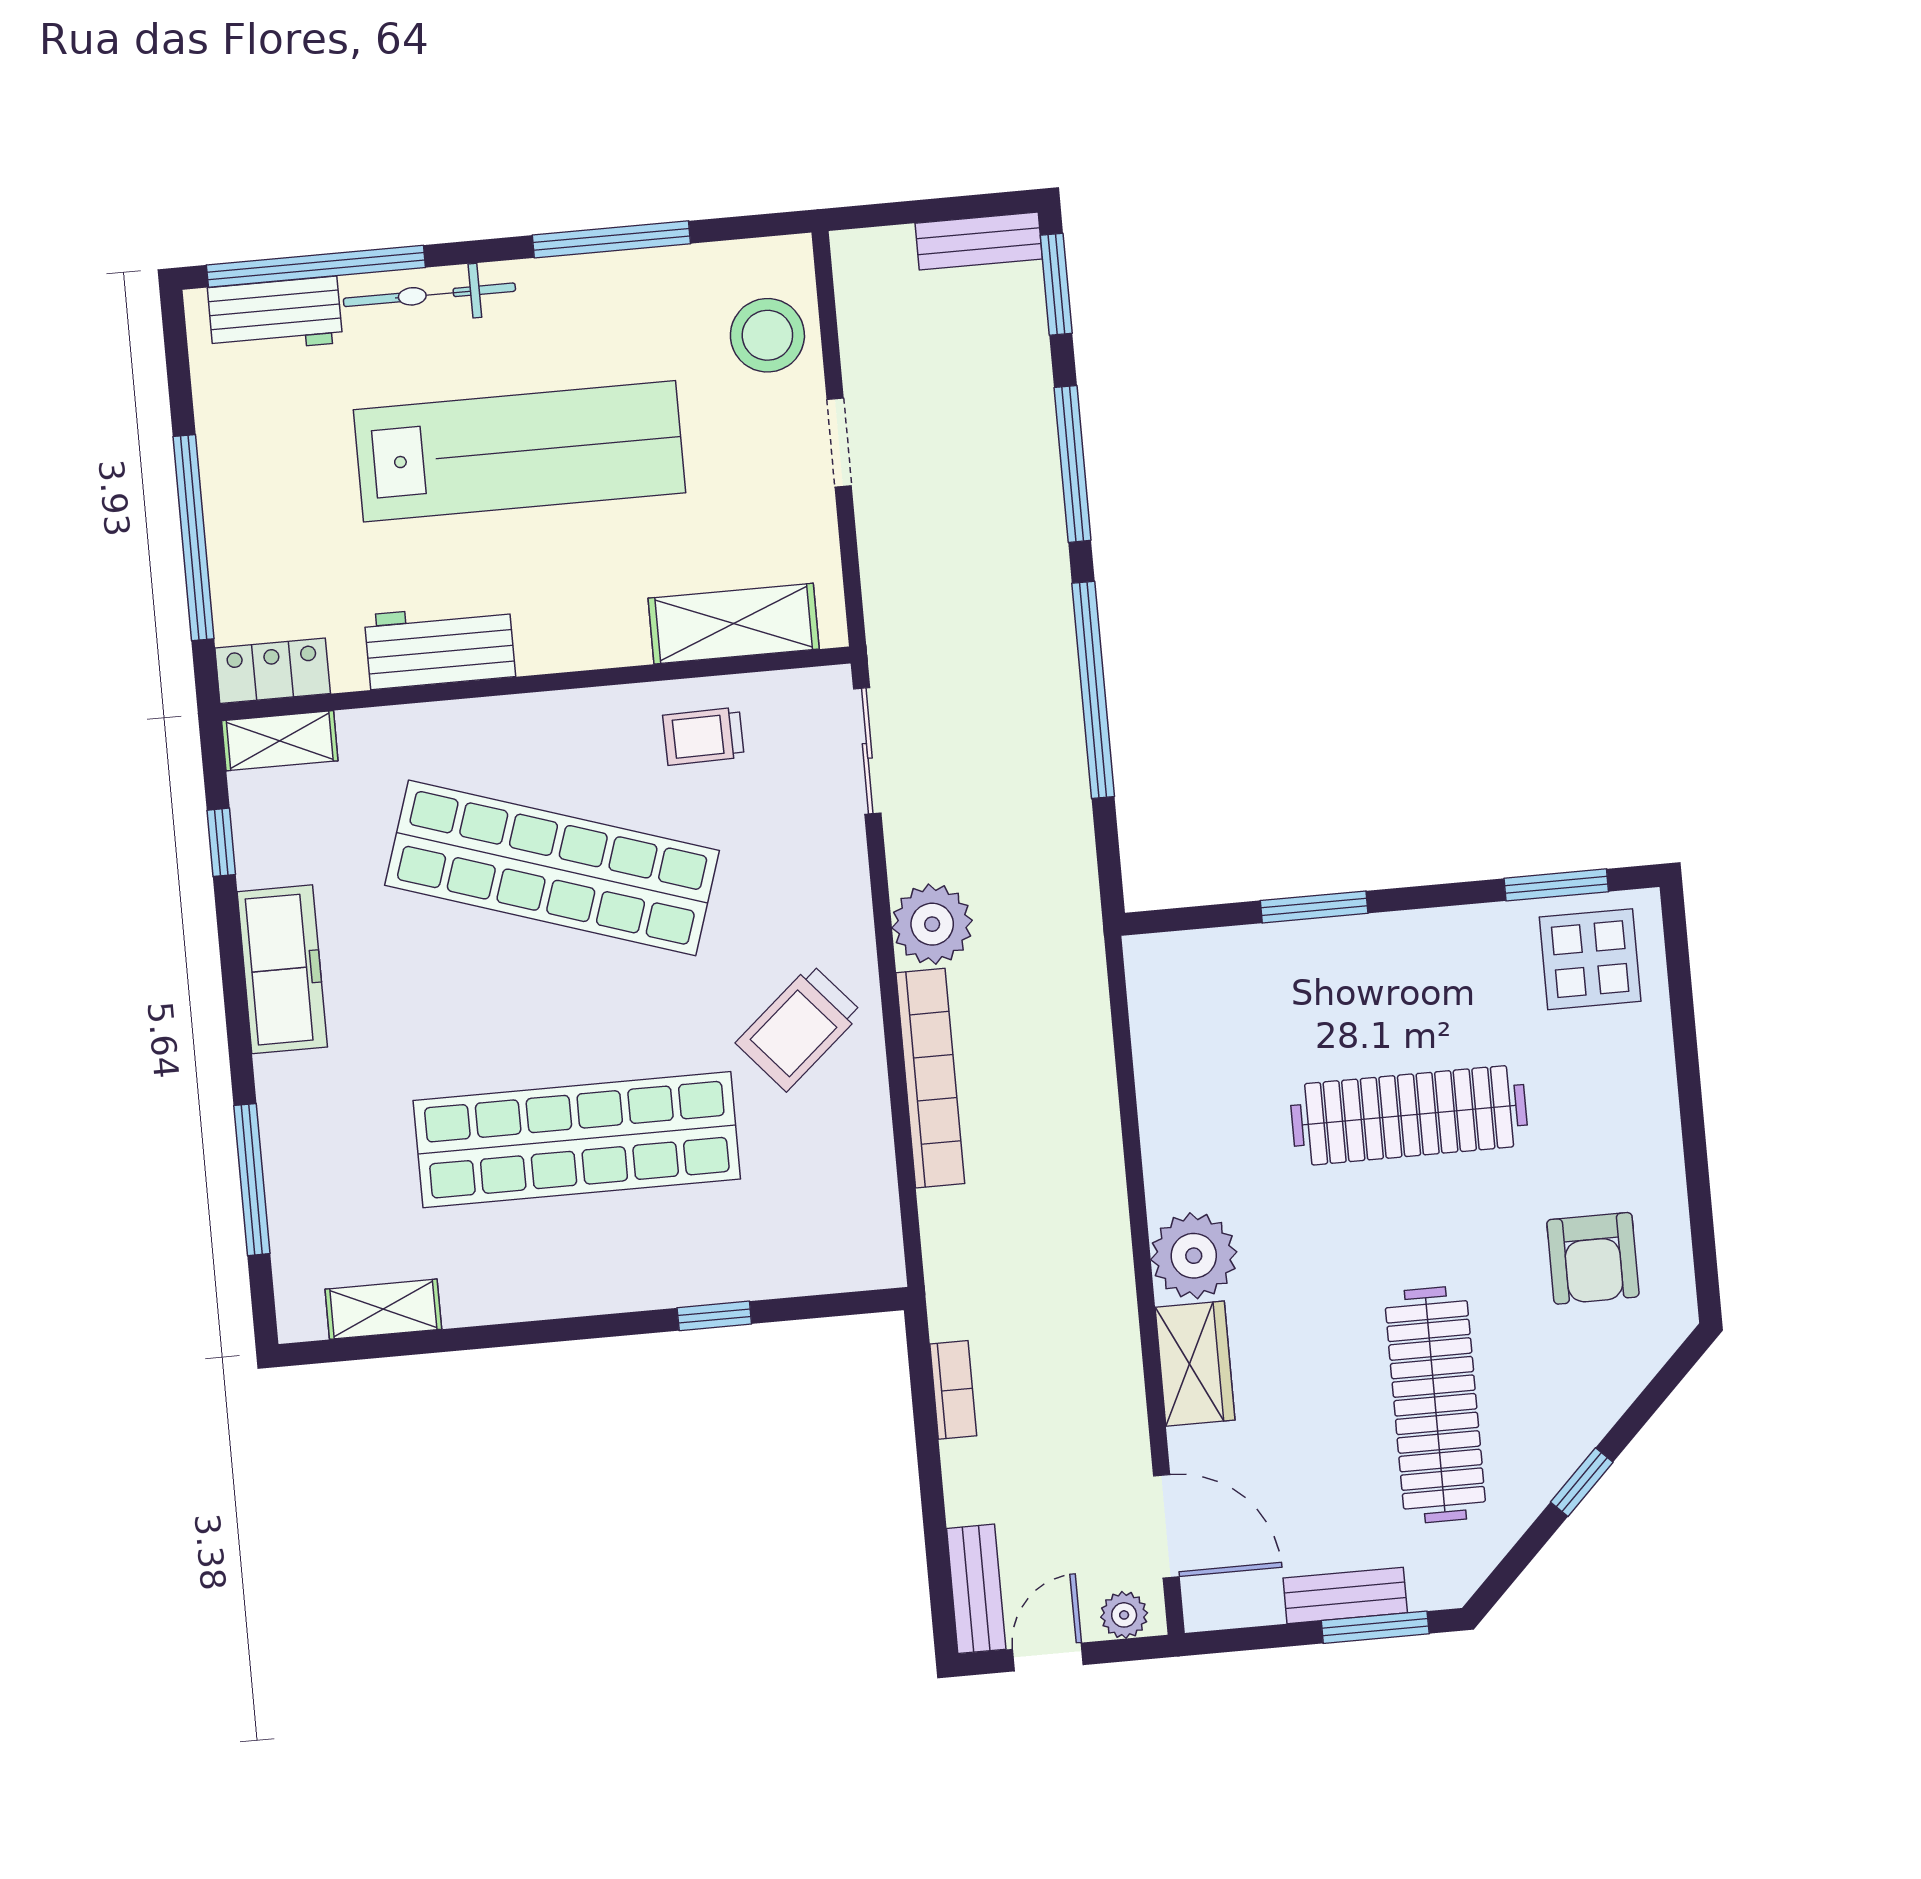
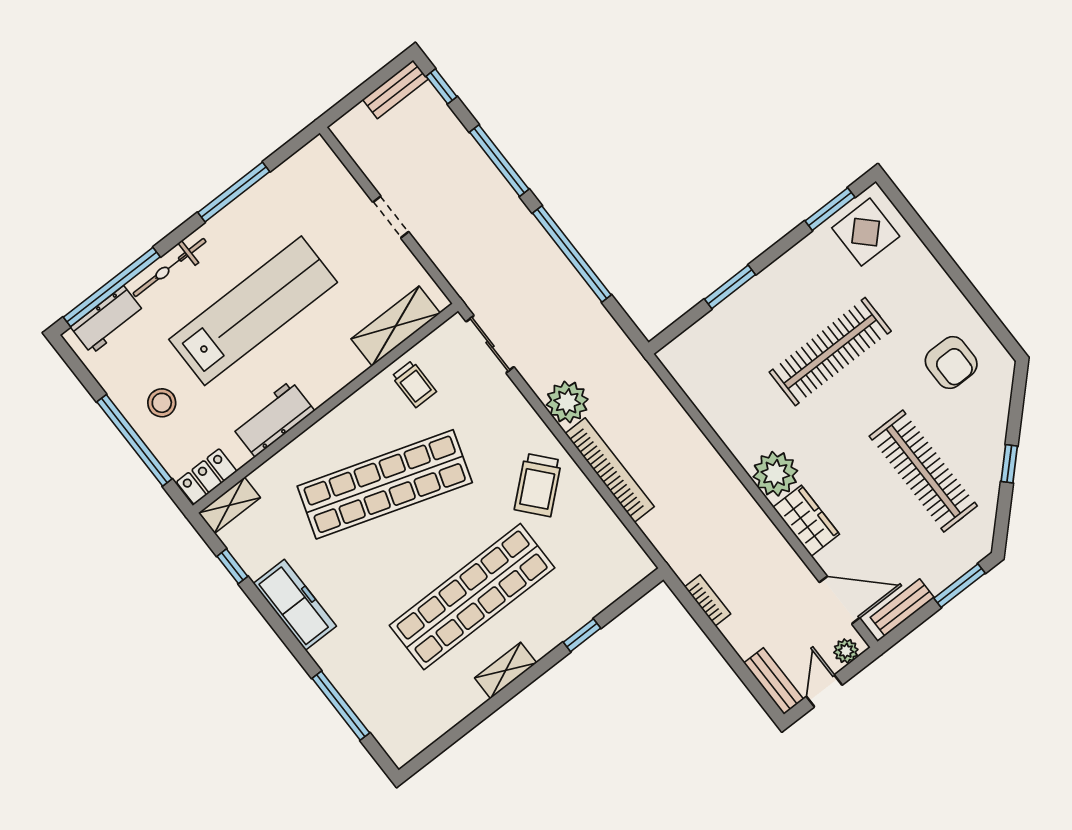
window: (1056, 284) -> (441, 86), width x0.67
stool: (767, 335) -> (162, 403), moved, width x0.73, depth x0.73
trolley: (703, 736) -> (414, 384), turned -89
shelving: (383, 1309) -> (506, 670), moved
bench: (1345, 1595) -> (902, 607), moved

